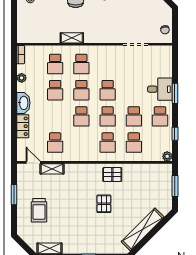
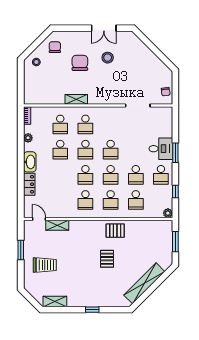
school desk: (55, 143) -> (85, 200), moved
trolley: (39, 210) -> (45, 265), turned -90

